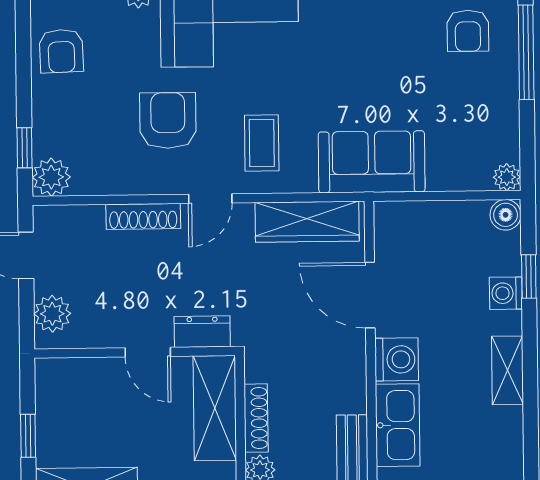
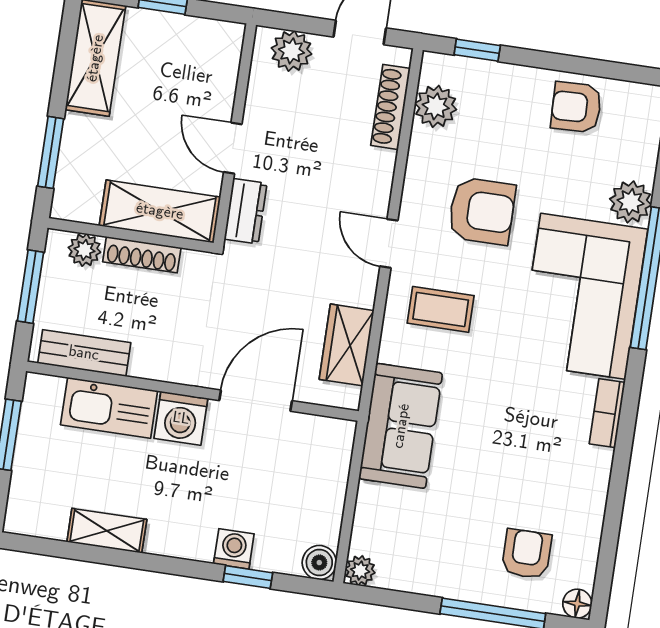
armchair: (468, 31) -> (527, 554), turned 90
plant: (51, 177) -> (436, 106), moved
shoe rack: (143, 216) -> (391, 107), moved
wardrobe: (307, 222) -> (347, 345), width x0.67
door: (148, 352) -> (233, 148), hinge flipped
shelving: (507, 370) -> (107, 531), moved

